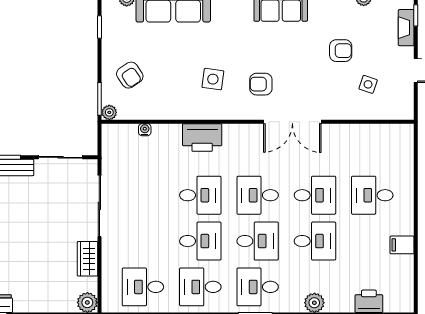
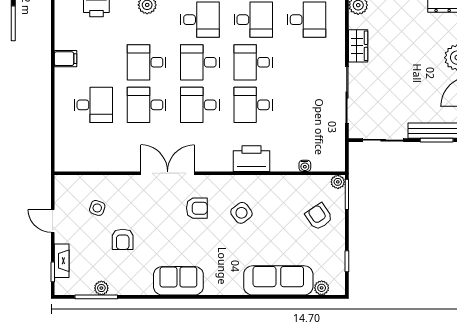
armchair: (341, 51) -> (123, 239), turned -90
side table: (213, 79) -> (241, 213), turned 45
desk: (258, 195) -> (200, 105), turned 180

